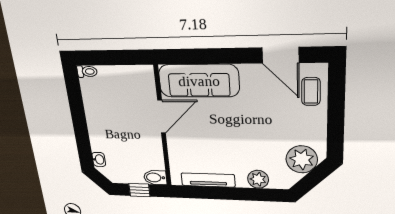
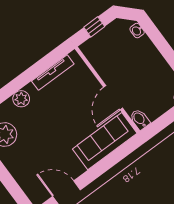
coffee table: (311, 91) -> (33, 184), removed
bidet: (155, 178) -> (140, 119), moved, turned -90

